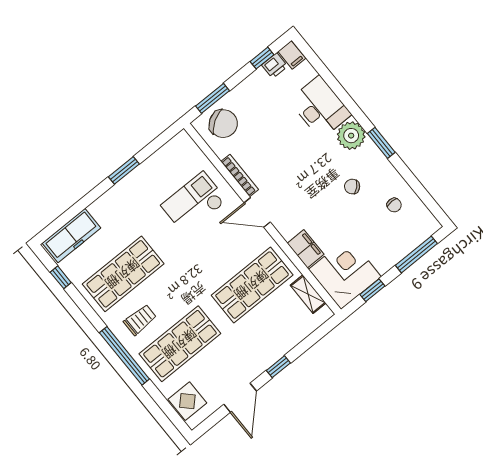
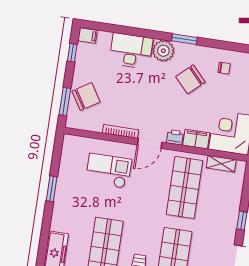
printer: (275, 66) -> (175, 137), moved, turned -90
chair: (223, 124) -> (86, 97), moved
chair: (352, 187) -> (190, 79), width x1.87, depth x1.87
checkout: (194, 203) -> (109, 171), turned 90

